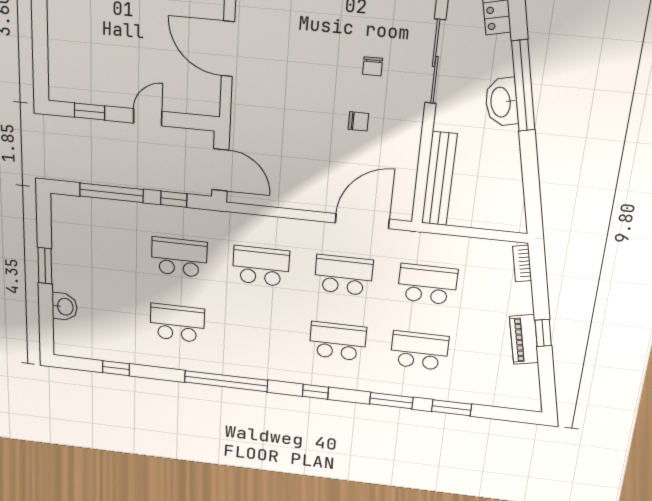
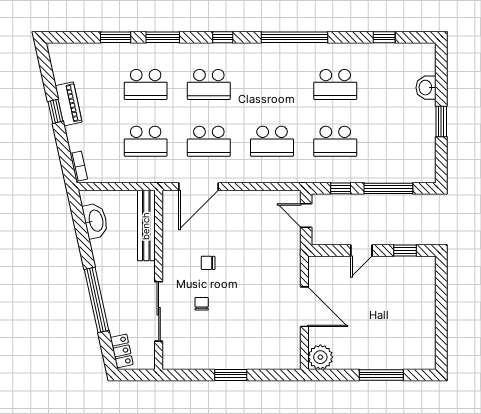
washbasin: (501, 102) -> (95, 221), moved
door: (220, 170) -> (306, 215), width x0.73

